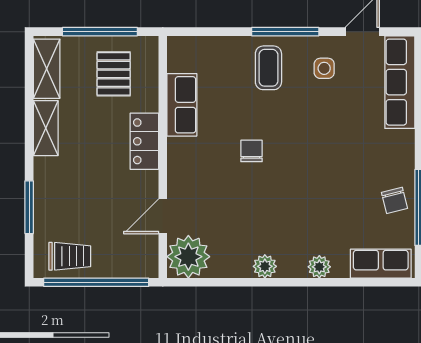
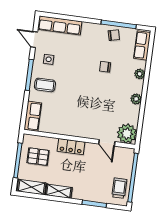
row of seats: (182, 105) -> (33, 116), moved, turned 90
chair: (251, 151) -> (105, 67), moved

